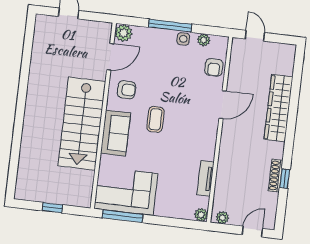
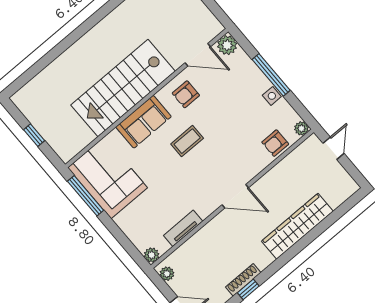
plant: (204, 40) -> (301, 128), moved
armchair: (126, 90) -> (186, 94), turned 90
door: (223, 105) -> (235, 196), moved

